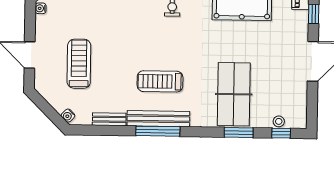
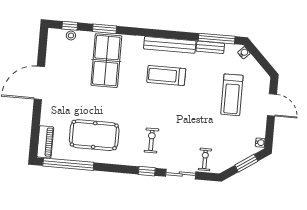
window: (314, 14) -> (36, 122), removed
treadmill: (160, 81) -> (166, 75), turned 180
window: (158, 131) -> (217, 39), moved

